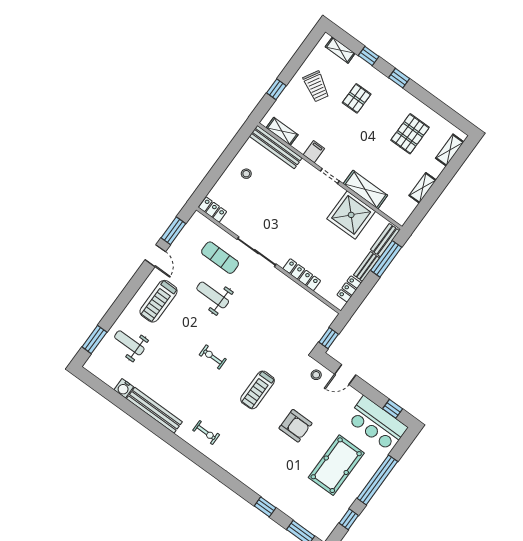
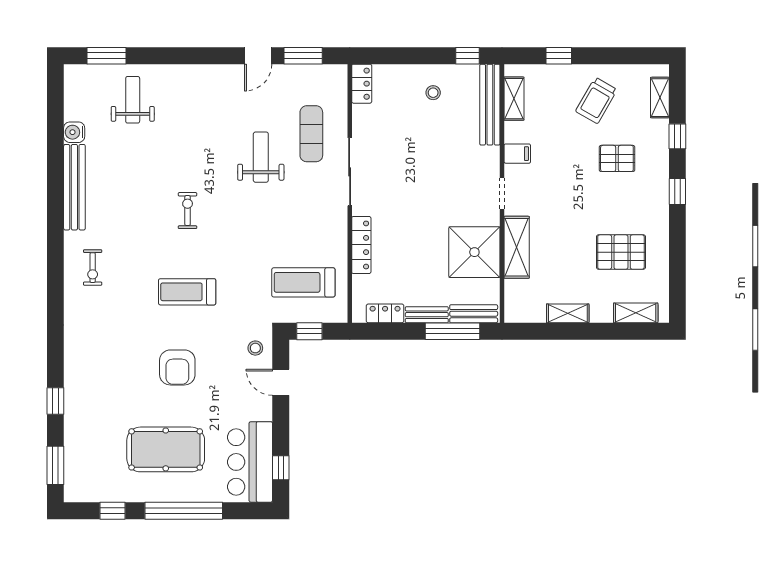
window: (240, 140) -> (468, 56), added
treadmill: (159, 301) -> (303, 282), moved

